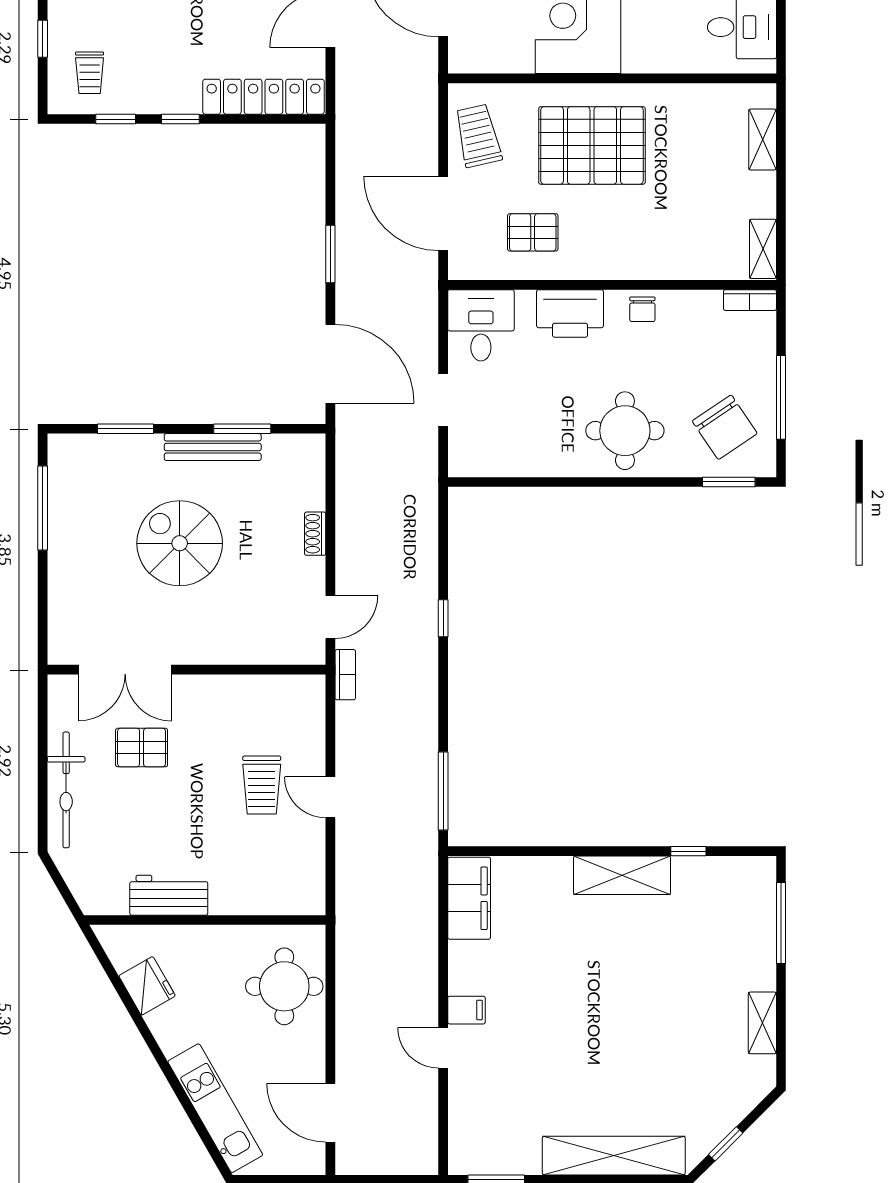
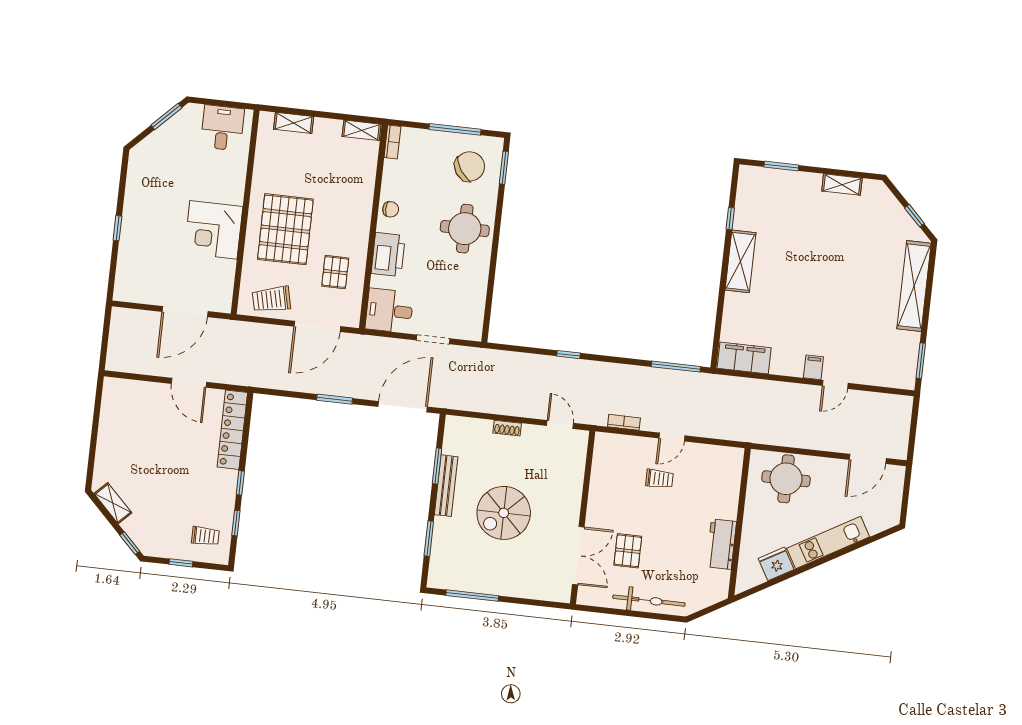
bookcase: (345, 675) -> (624, 422), moved
trolley: (262, 785) -> (659, 479), width x0.73, depth x0.72
window: (781, 923) -> (781, 166), width x0.69
kitchen unit: (215, 1108) -> (828, 543), moved

